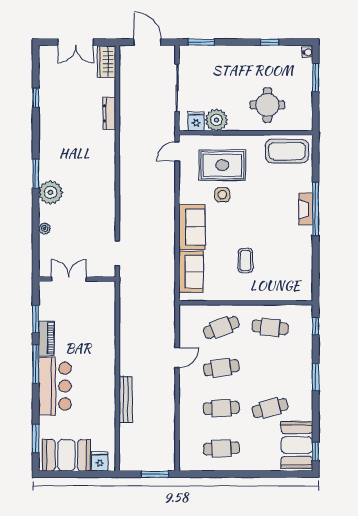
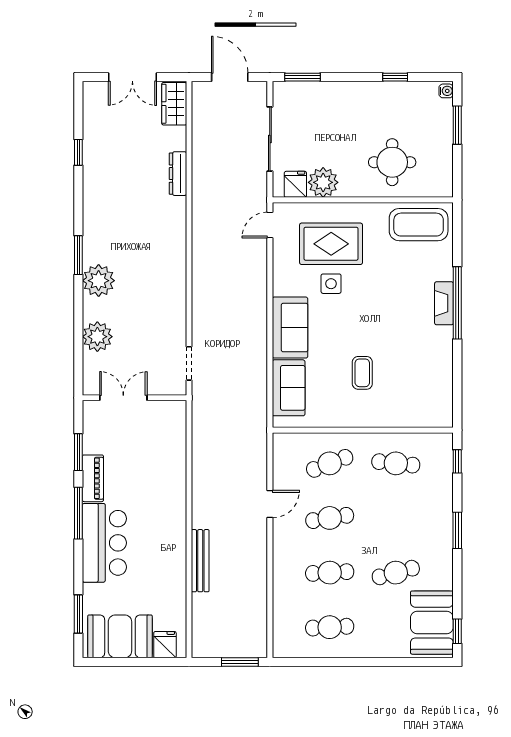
plant: (45, 229) -> (97, 337), width x1.88, depth x1.88

